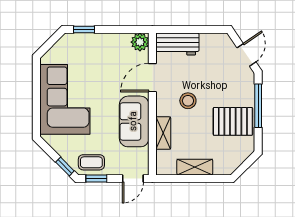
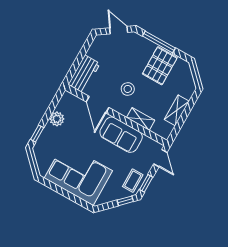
plant: (140, 42) -> (57, 119), moved

